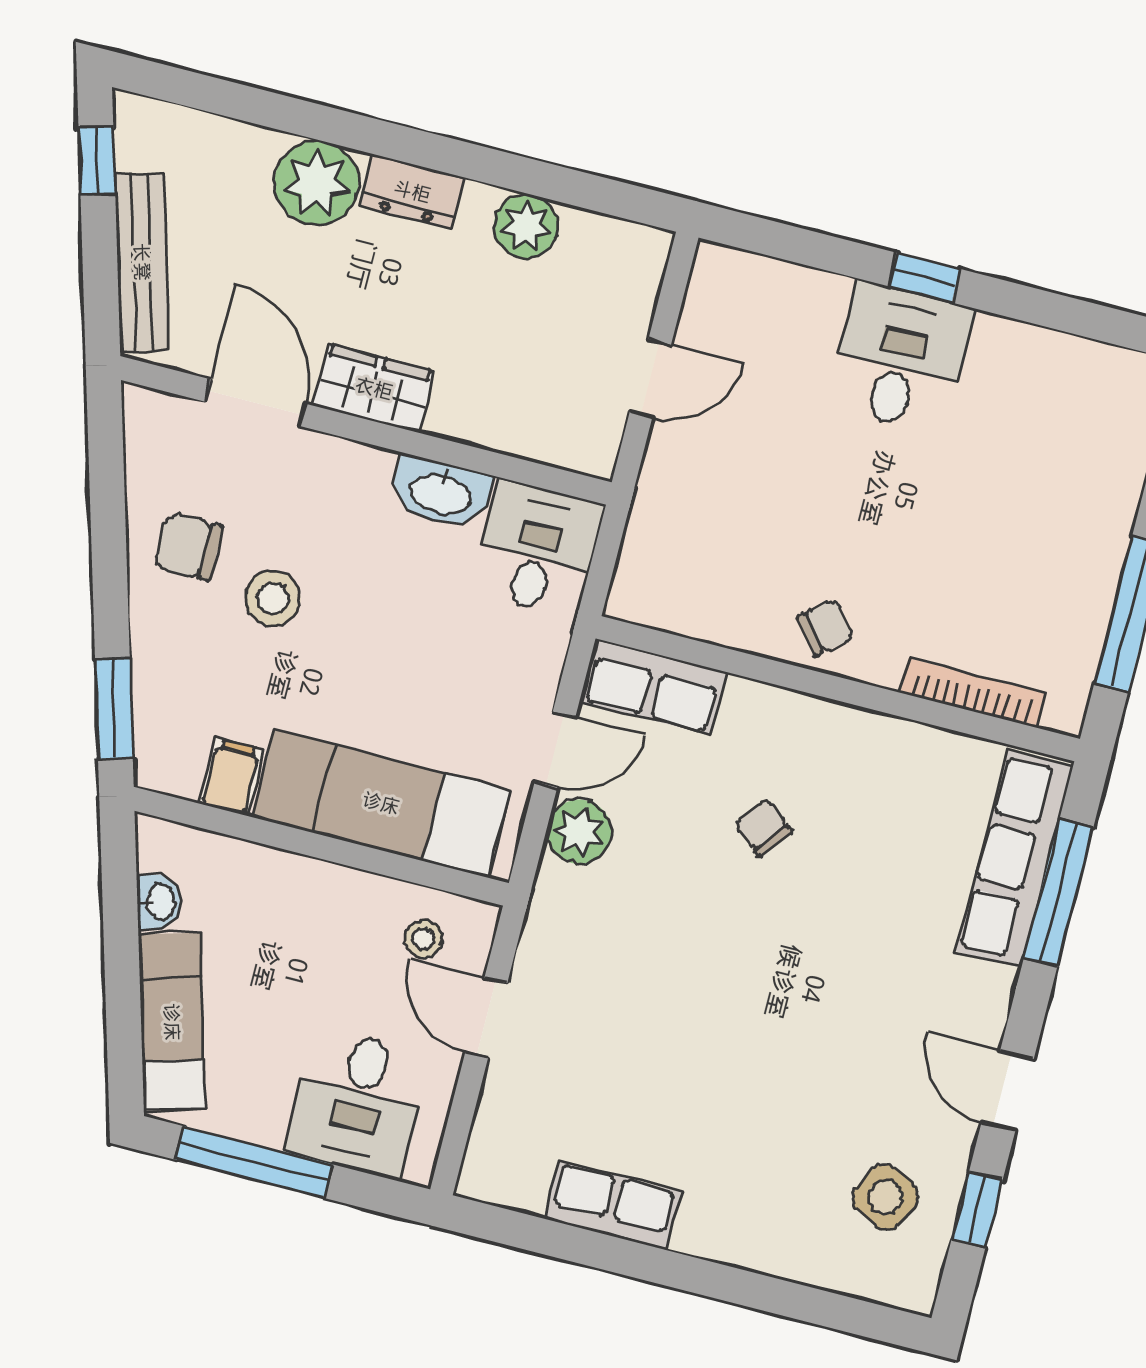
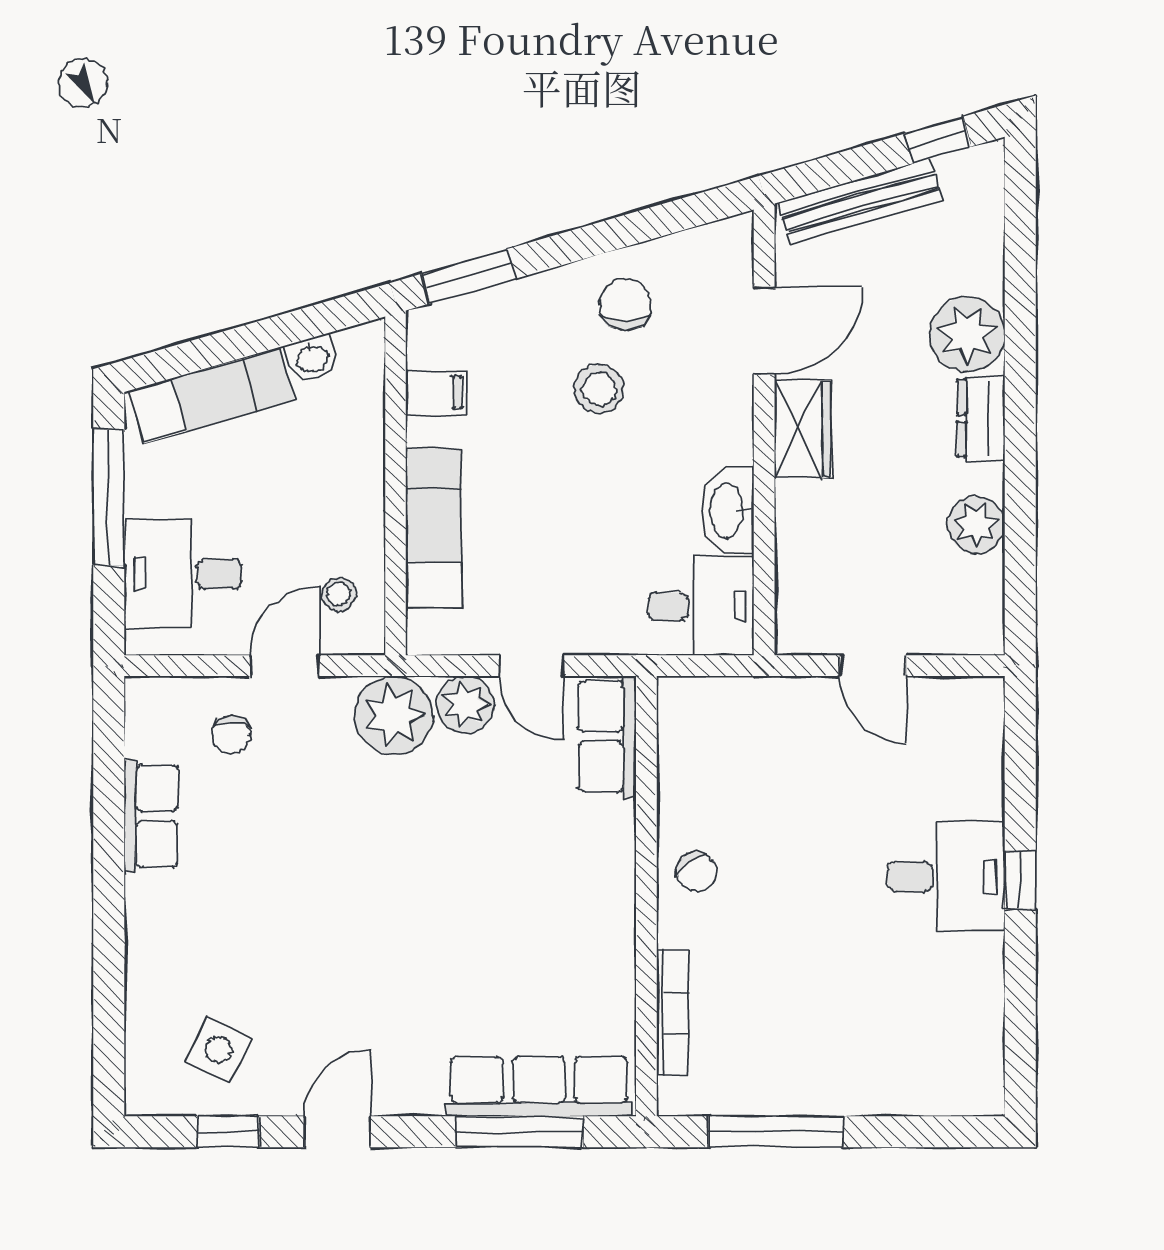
exam couch: (381, 803) -> (434, 528), width x0.73, depth x0.69
chair: (763, 828) -> (231, 734), moved, turned 142
plant: (570, 913) -> (394, 715), added

